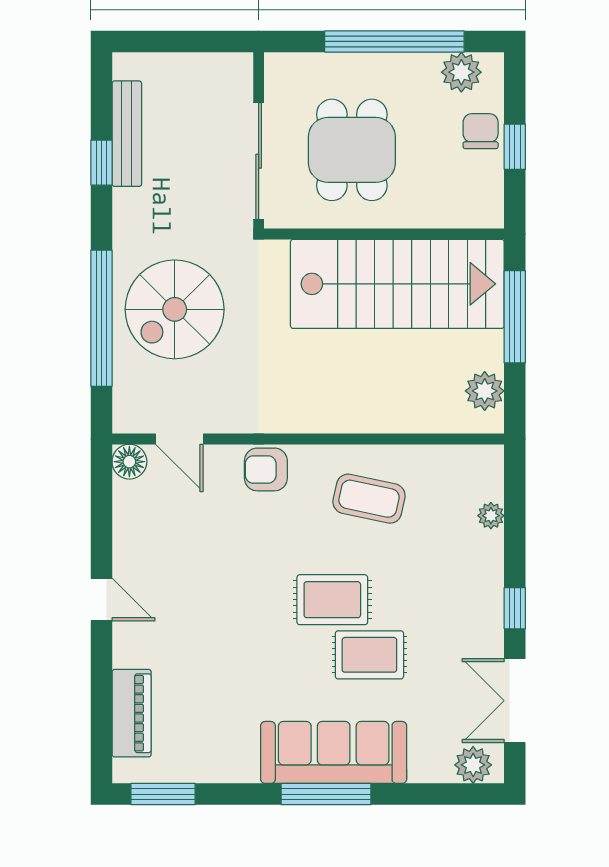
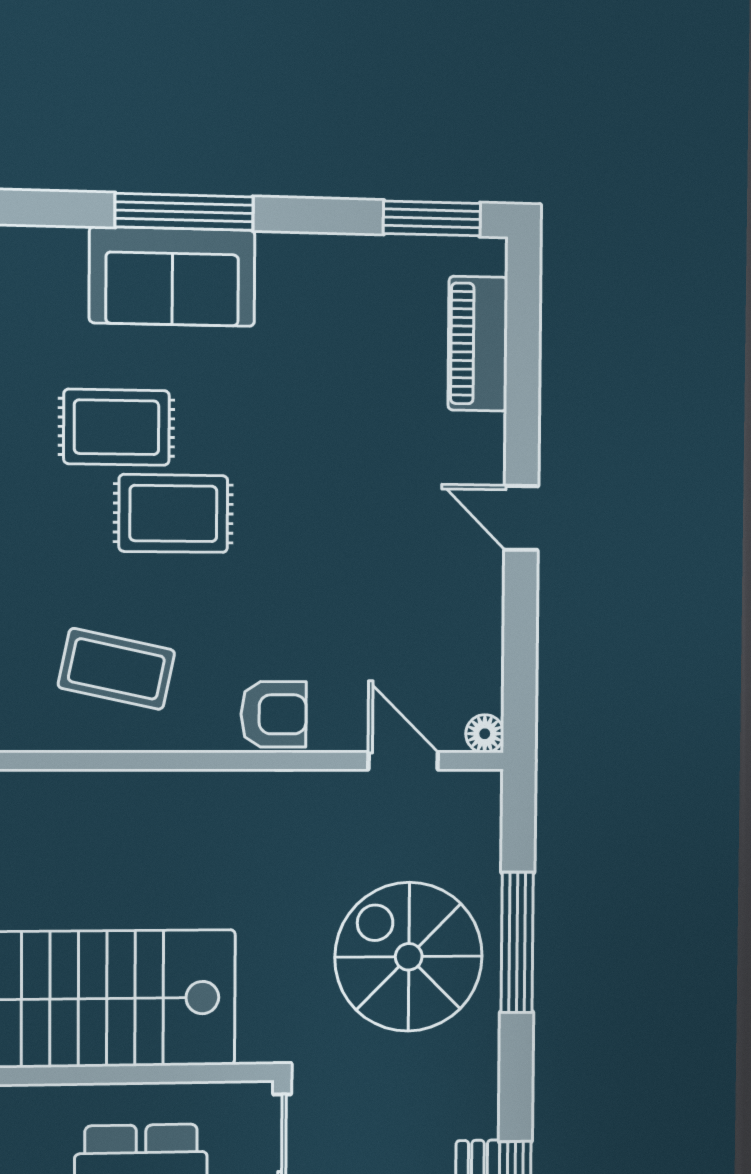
spiral stairs: (175, 309) -> (409, 957), turned -90
window: (101, 318) -> (517, 942), width x0.68
floor lamp: (129, 462) -> (485, 734), width x0.73, depth x0.73
sofa: (334, 752) -> (172, 276), width x0.73

